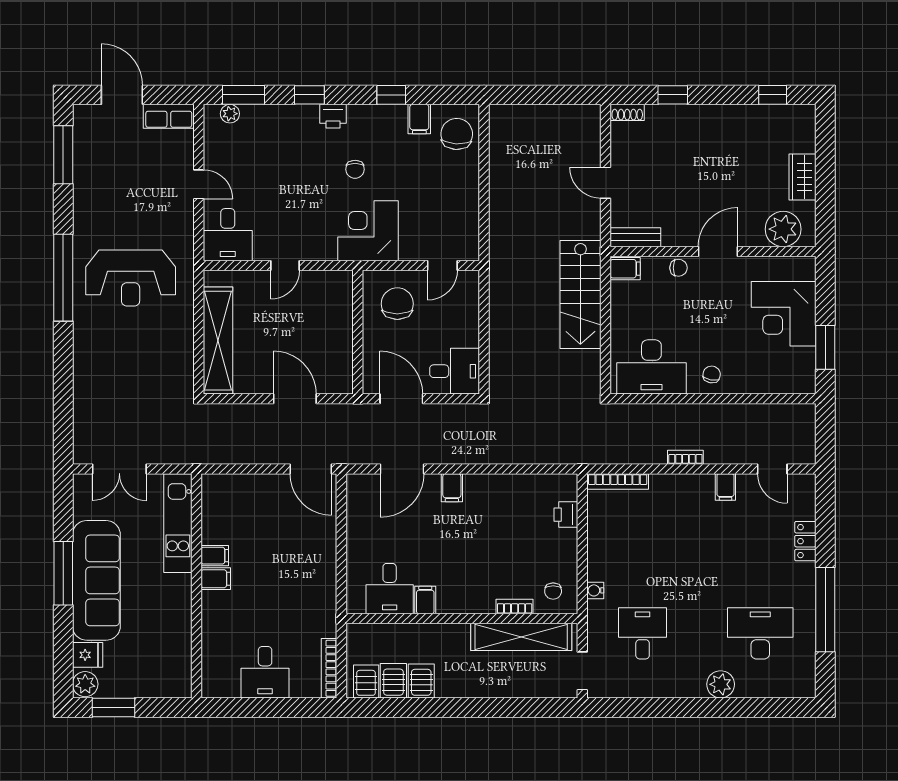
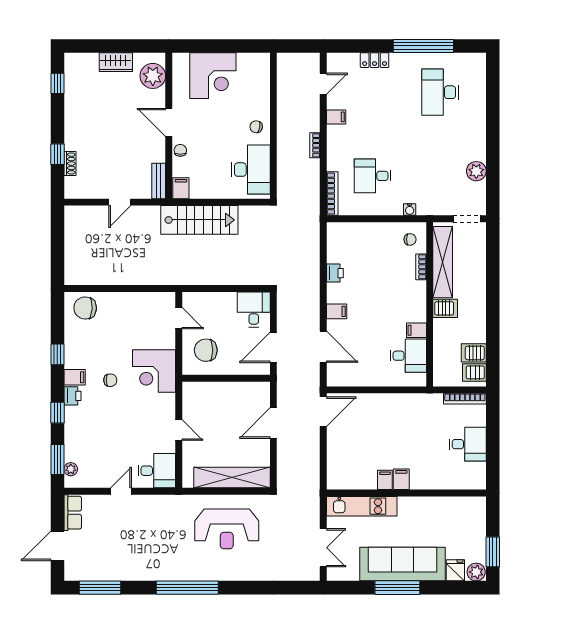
shoe rack: (627, 112) -> (70, 164), moved
filing cabinet: (419, 119) -> (75, 377), moved
reception desk: (131, 278) -> (227, 529), moved, turned 90
window: (825, 347) -> (237, 46), removed
printer: (566, 515) -> (335, 273), moved, turned -90
desk: (643, 633) -> (373, 176), moved
server rack: (421, 681) -> (445, 308), moved, turned 180
plant: (721, 684) -> (476, 171), moved

